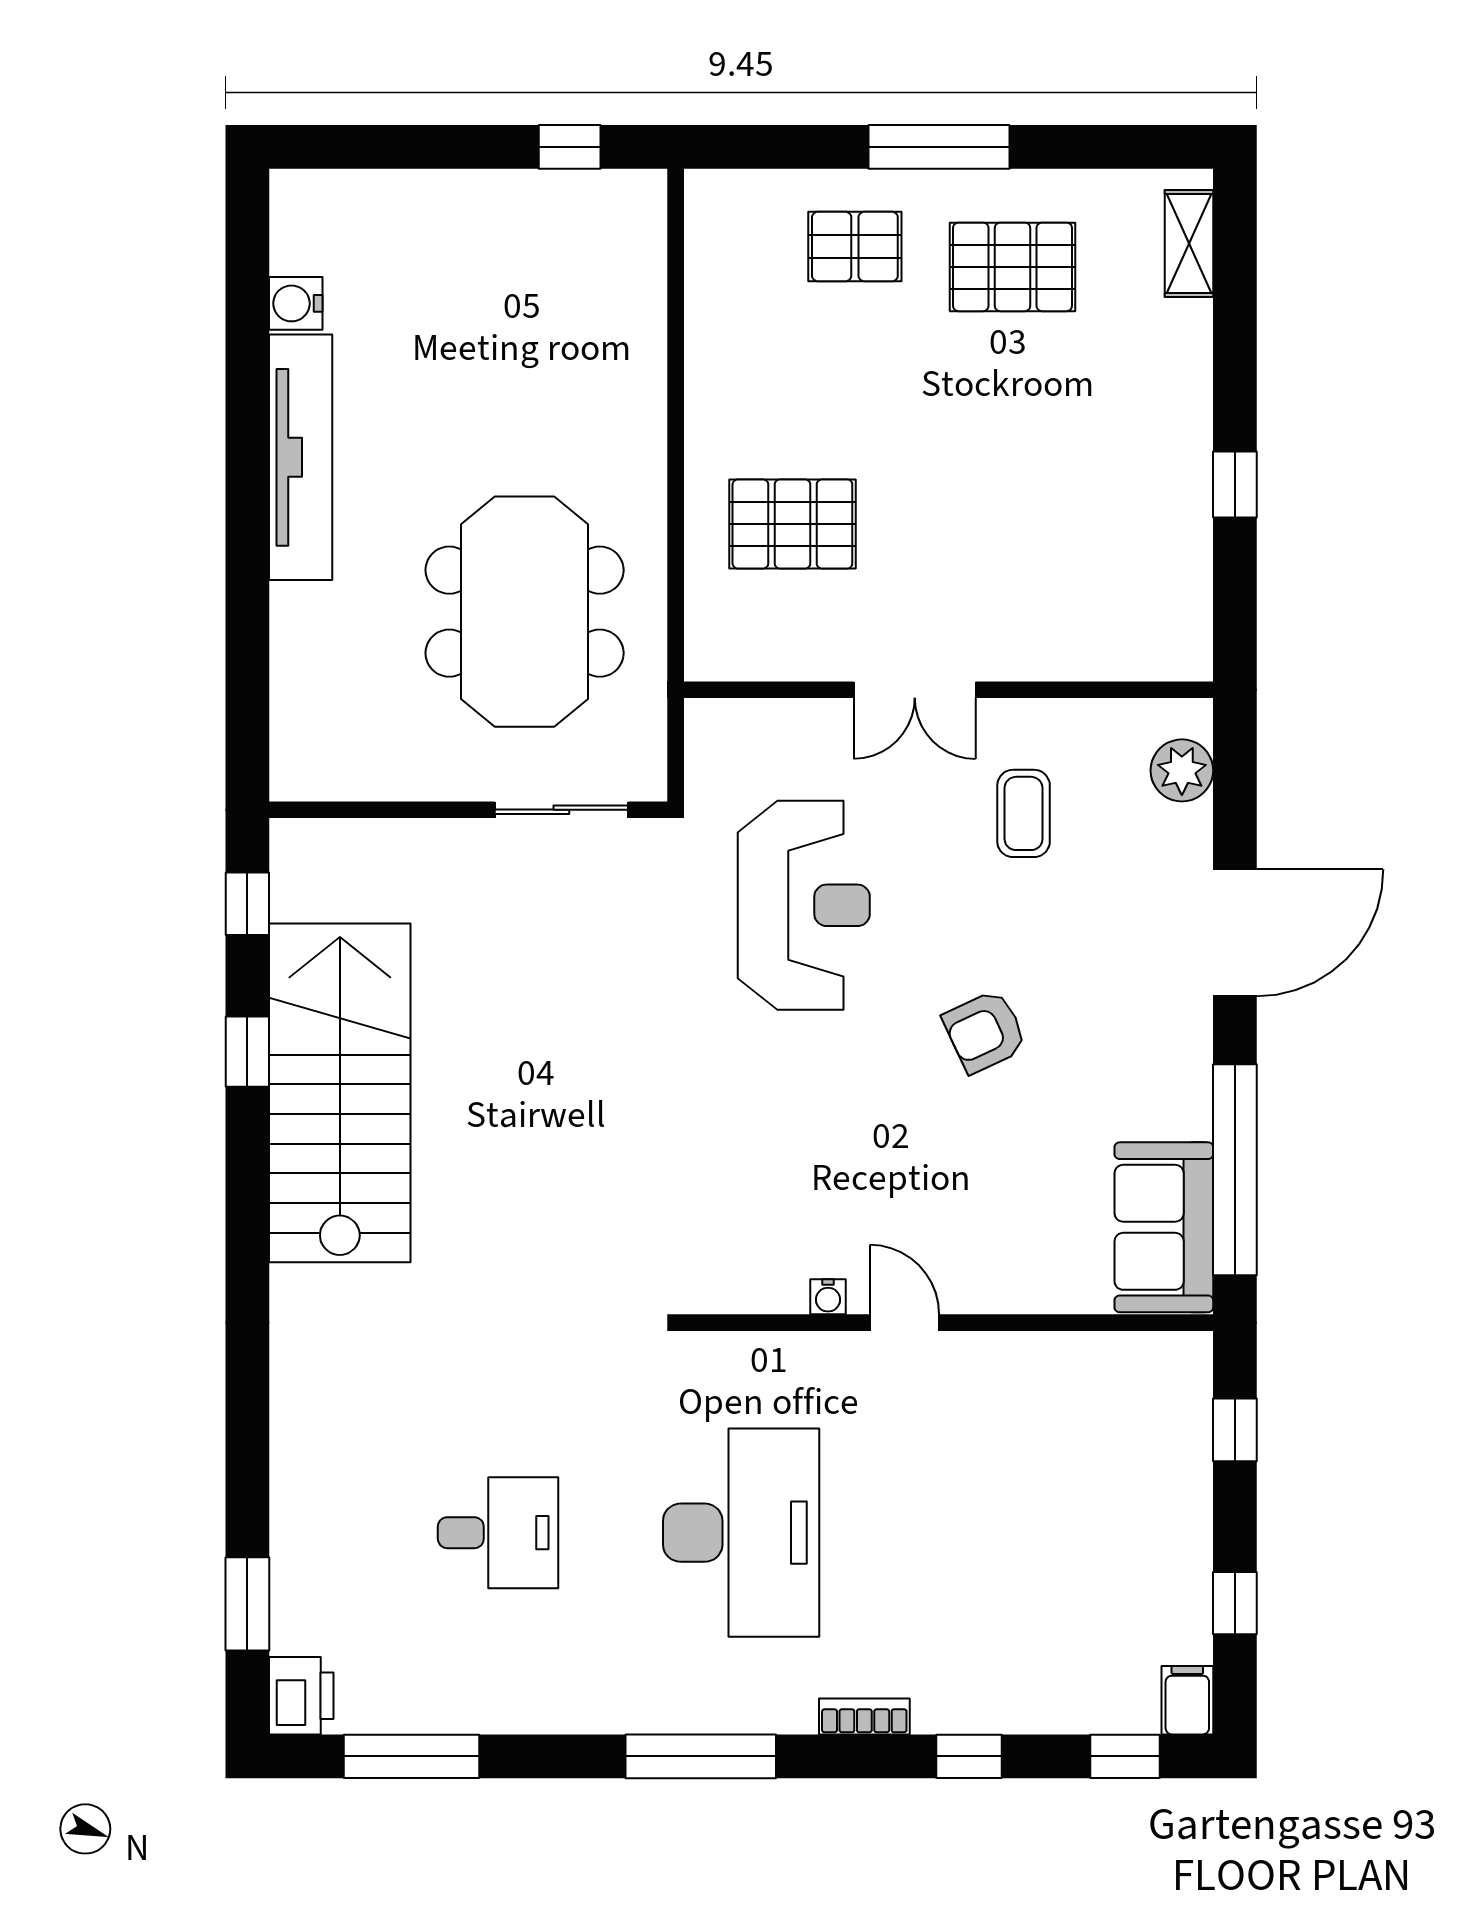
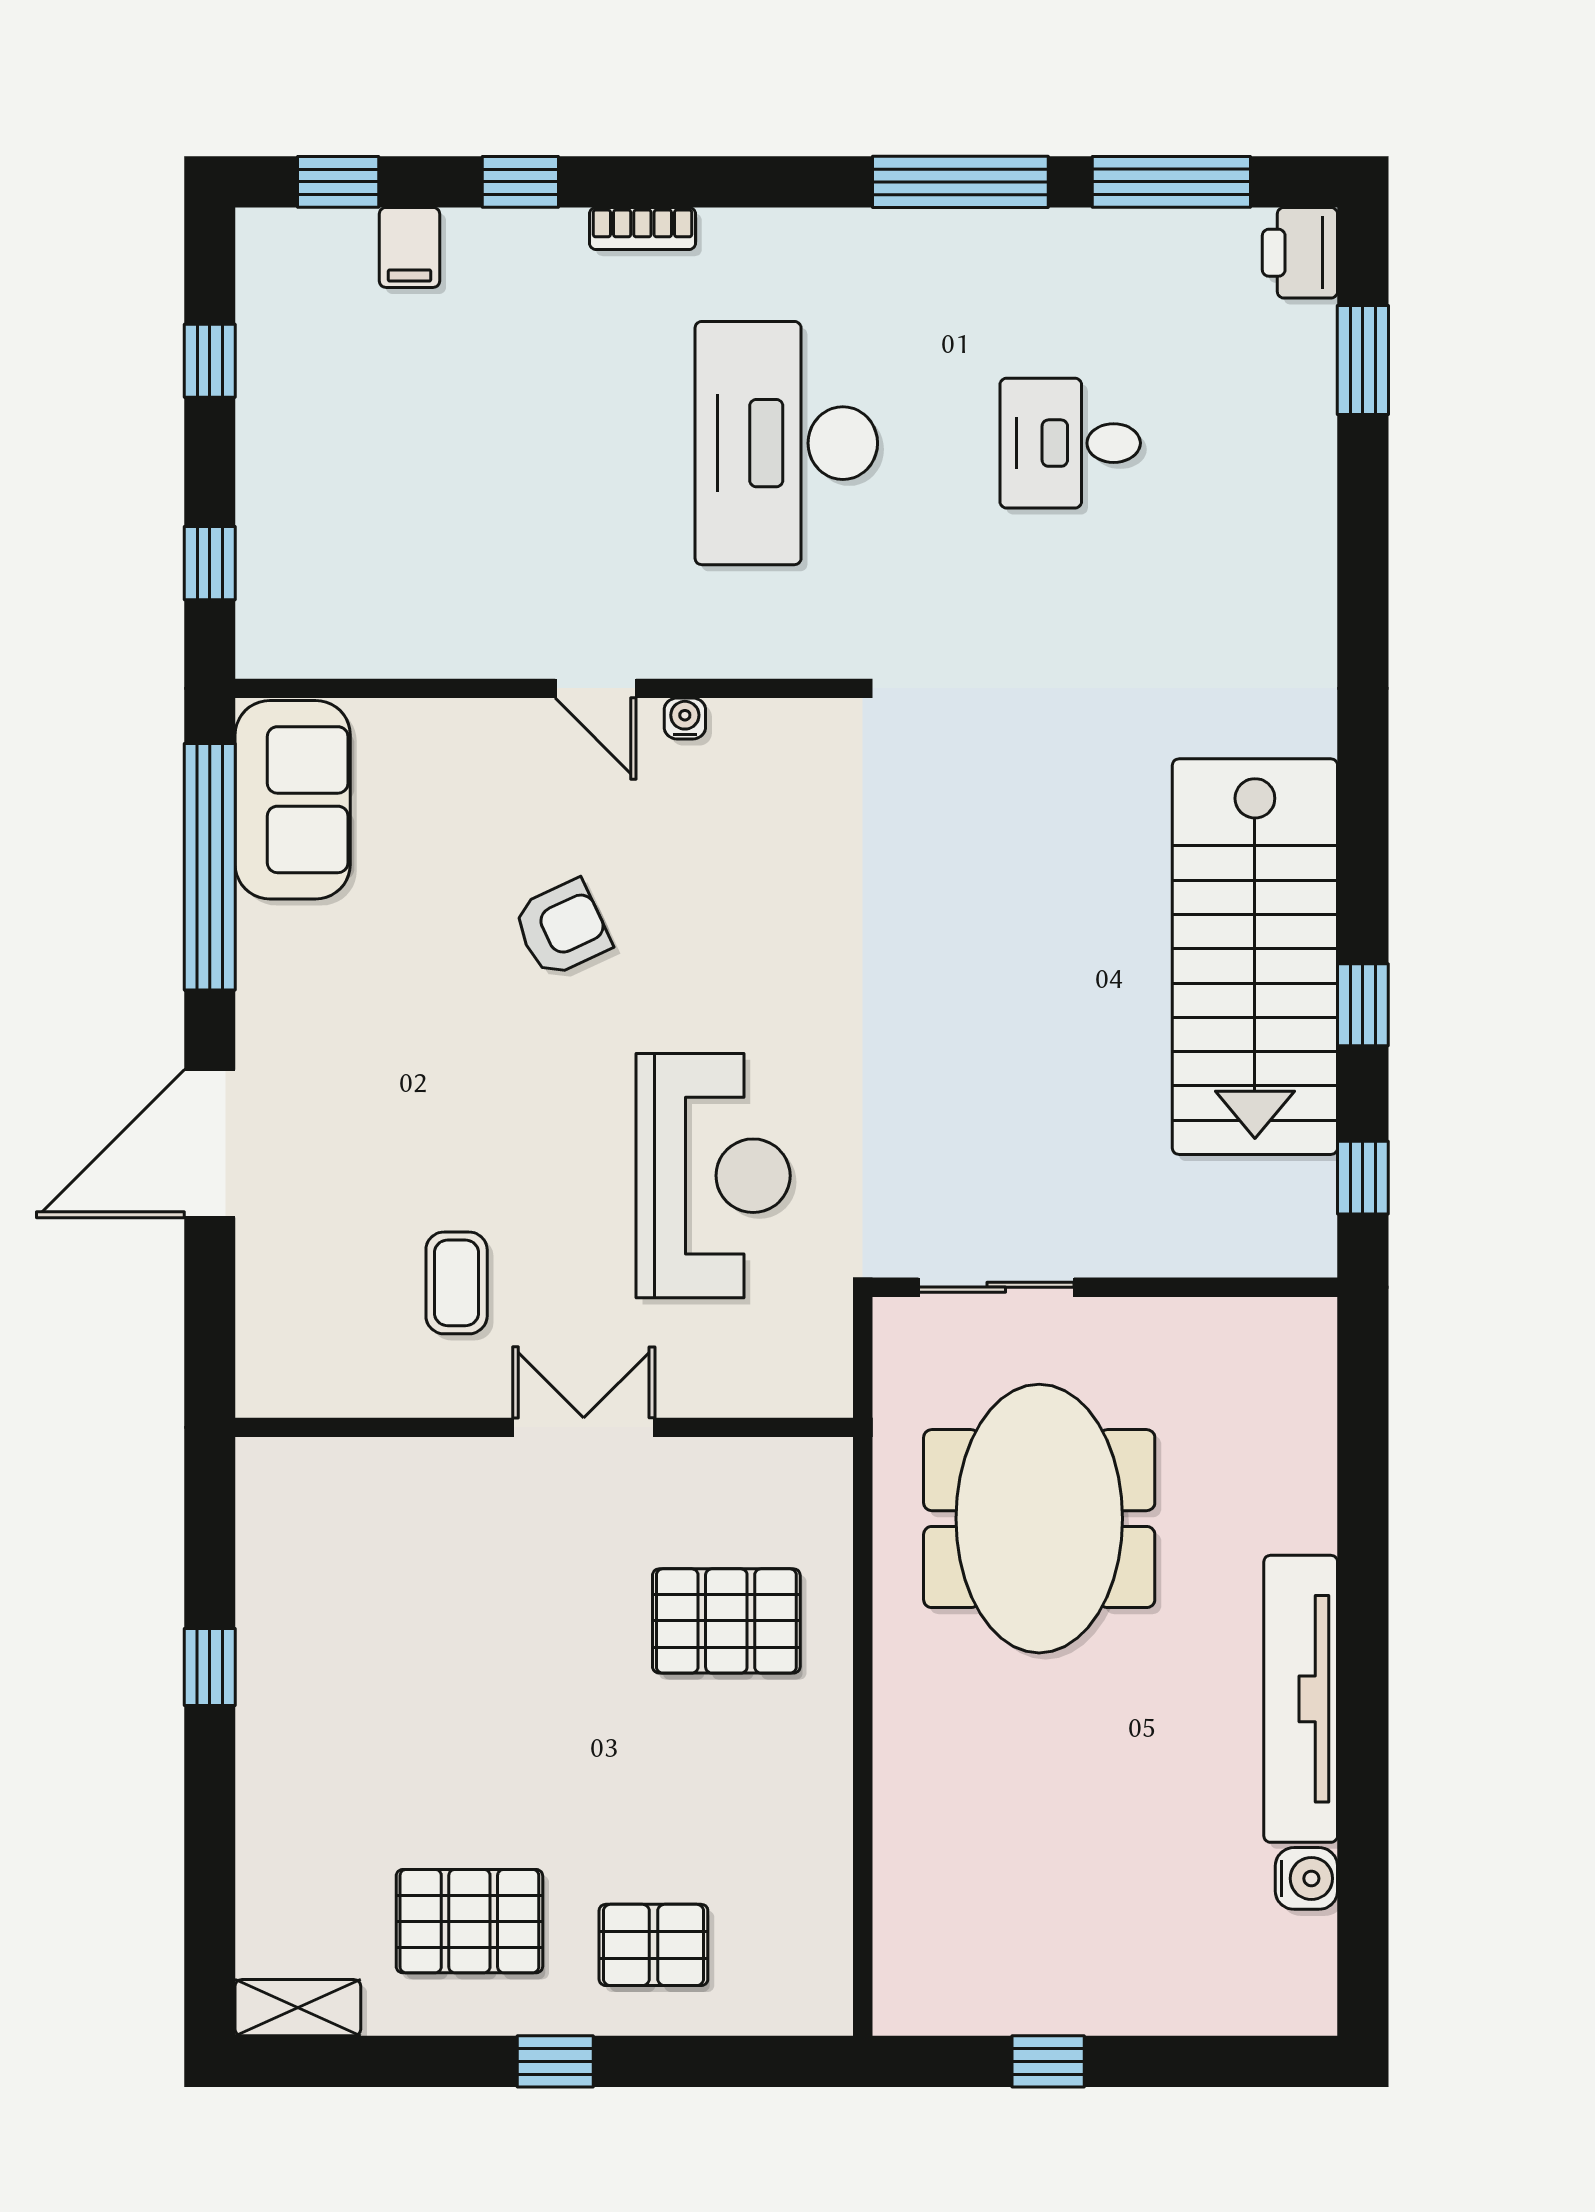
window: (570, 147) -> (1048, 2061), moved
window: (939, 147) -> (555, 2061), width x0.46
shelving: (1189, 243) -> (298, 2008), moved, turned 90
plant: (1182, 770) -> (272, 1333), removed
reception desk: (804, 905) -> (713, 1176), turned 180
armchair: (985, 1032) -> (562, 928), moved
filing cabinet: (1187, 1700) -> (410, 247), moved
window: (701, 1756) -> (960, 182), moved

